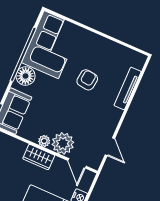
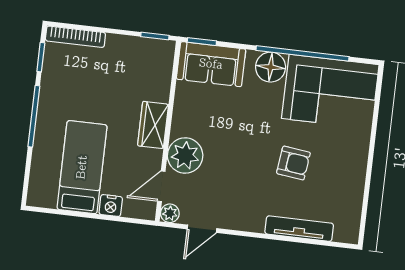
plant: (44, 141) -> (170, 213), moved

